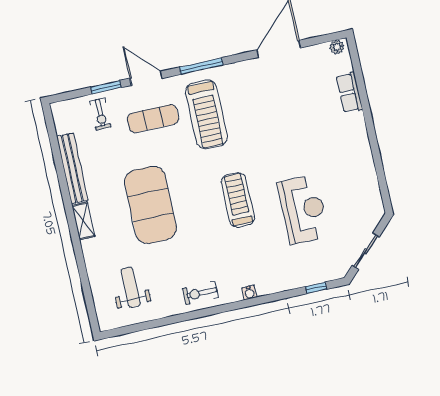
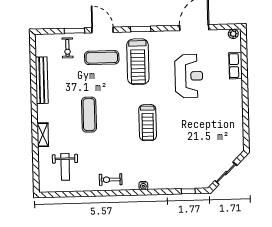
window: (201, 66) -> (141, 29), width x0.69
treadmill: (238, 200) -> (148, 123), turned 180
exercise mat: (150, 205) -> (89, 115), width x0.50, depth x0.69
reception desk: (303, 209) -> (189, 76), moved
shelving: (83, 221) -> (43, 135), moved
weight bench: (131, 287) -> (65, 167), turned 180

